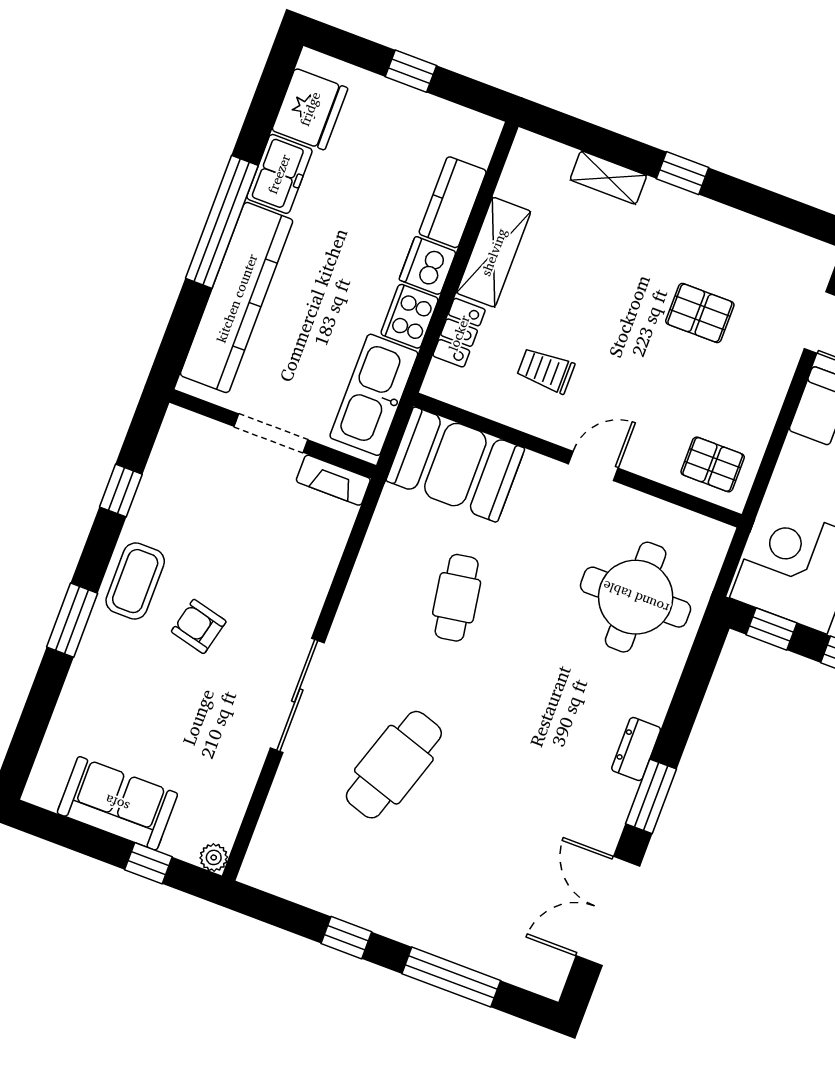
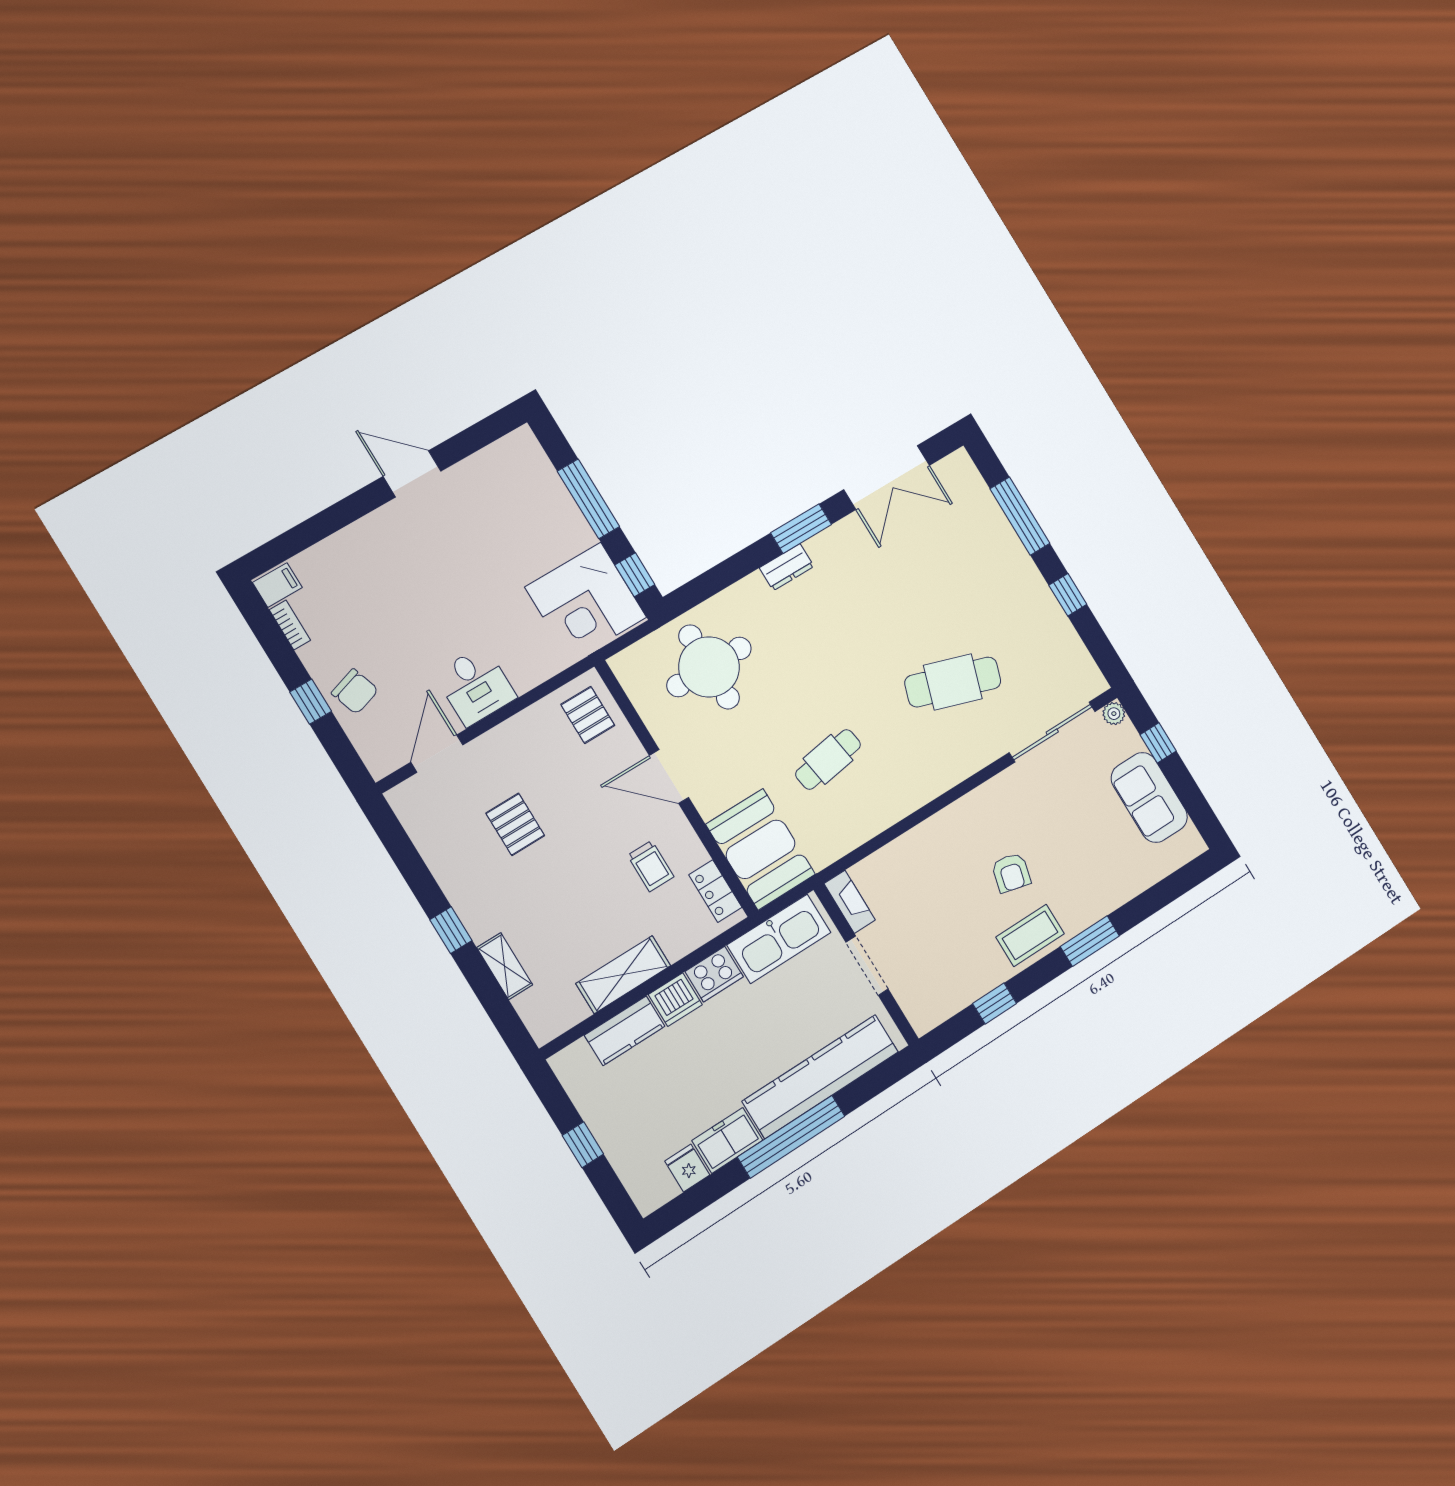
fridge: (310, 109) -> (687, 1168), width x0.53, depth x0.75
locker: (459, 333) -> (715, 891), moved, turned -90
door: (593, 466) -> (669, 776), width x1.37
sliding door: (297, 696) -> (1052, 732), moved

